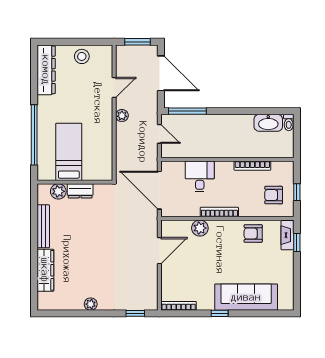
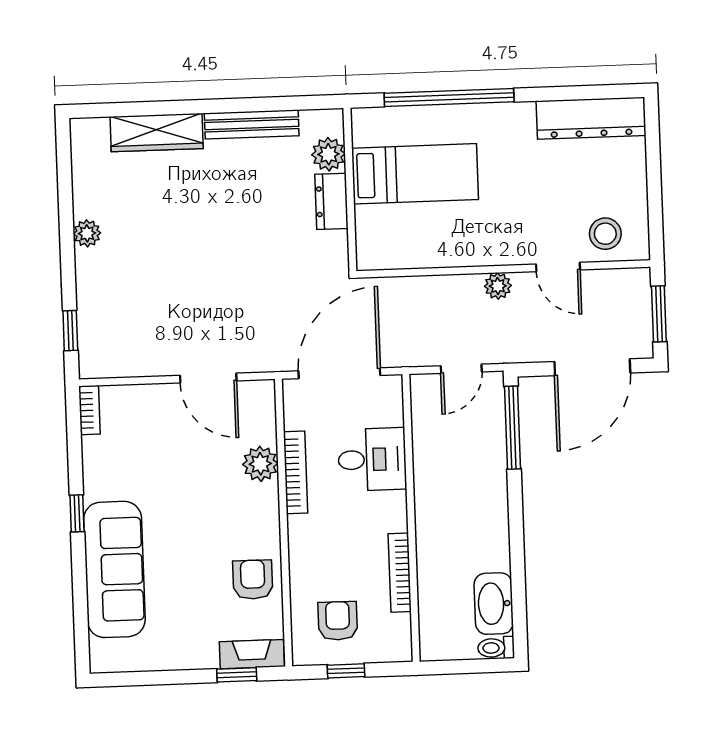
stool: (82, 56) -> (605, 234), moved
bookcase: (219, 212) -> (296, 472), moved
bookcase: (179, 306) -> (90, 410), width x0.64

